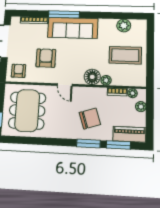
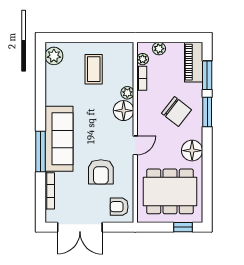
plant: (124, 26) -> (54, 56), moved
coffee table: (125, 55) -> (94, 69), width x0.73, depth x0.76
armchair: (46, 58) -> (101, 172), turned -90
chair: (90, 118) -> (176, 111), turned 146
floor lamp: (58, 130) -> (192, 151), added

